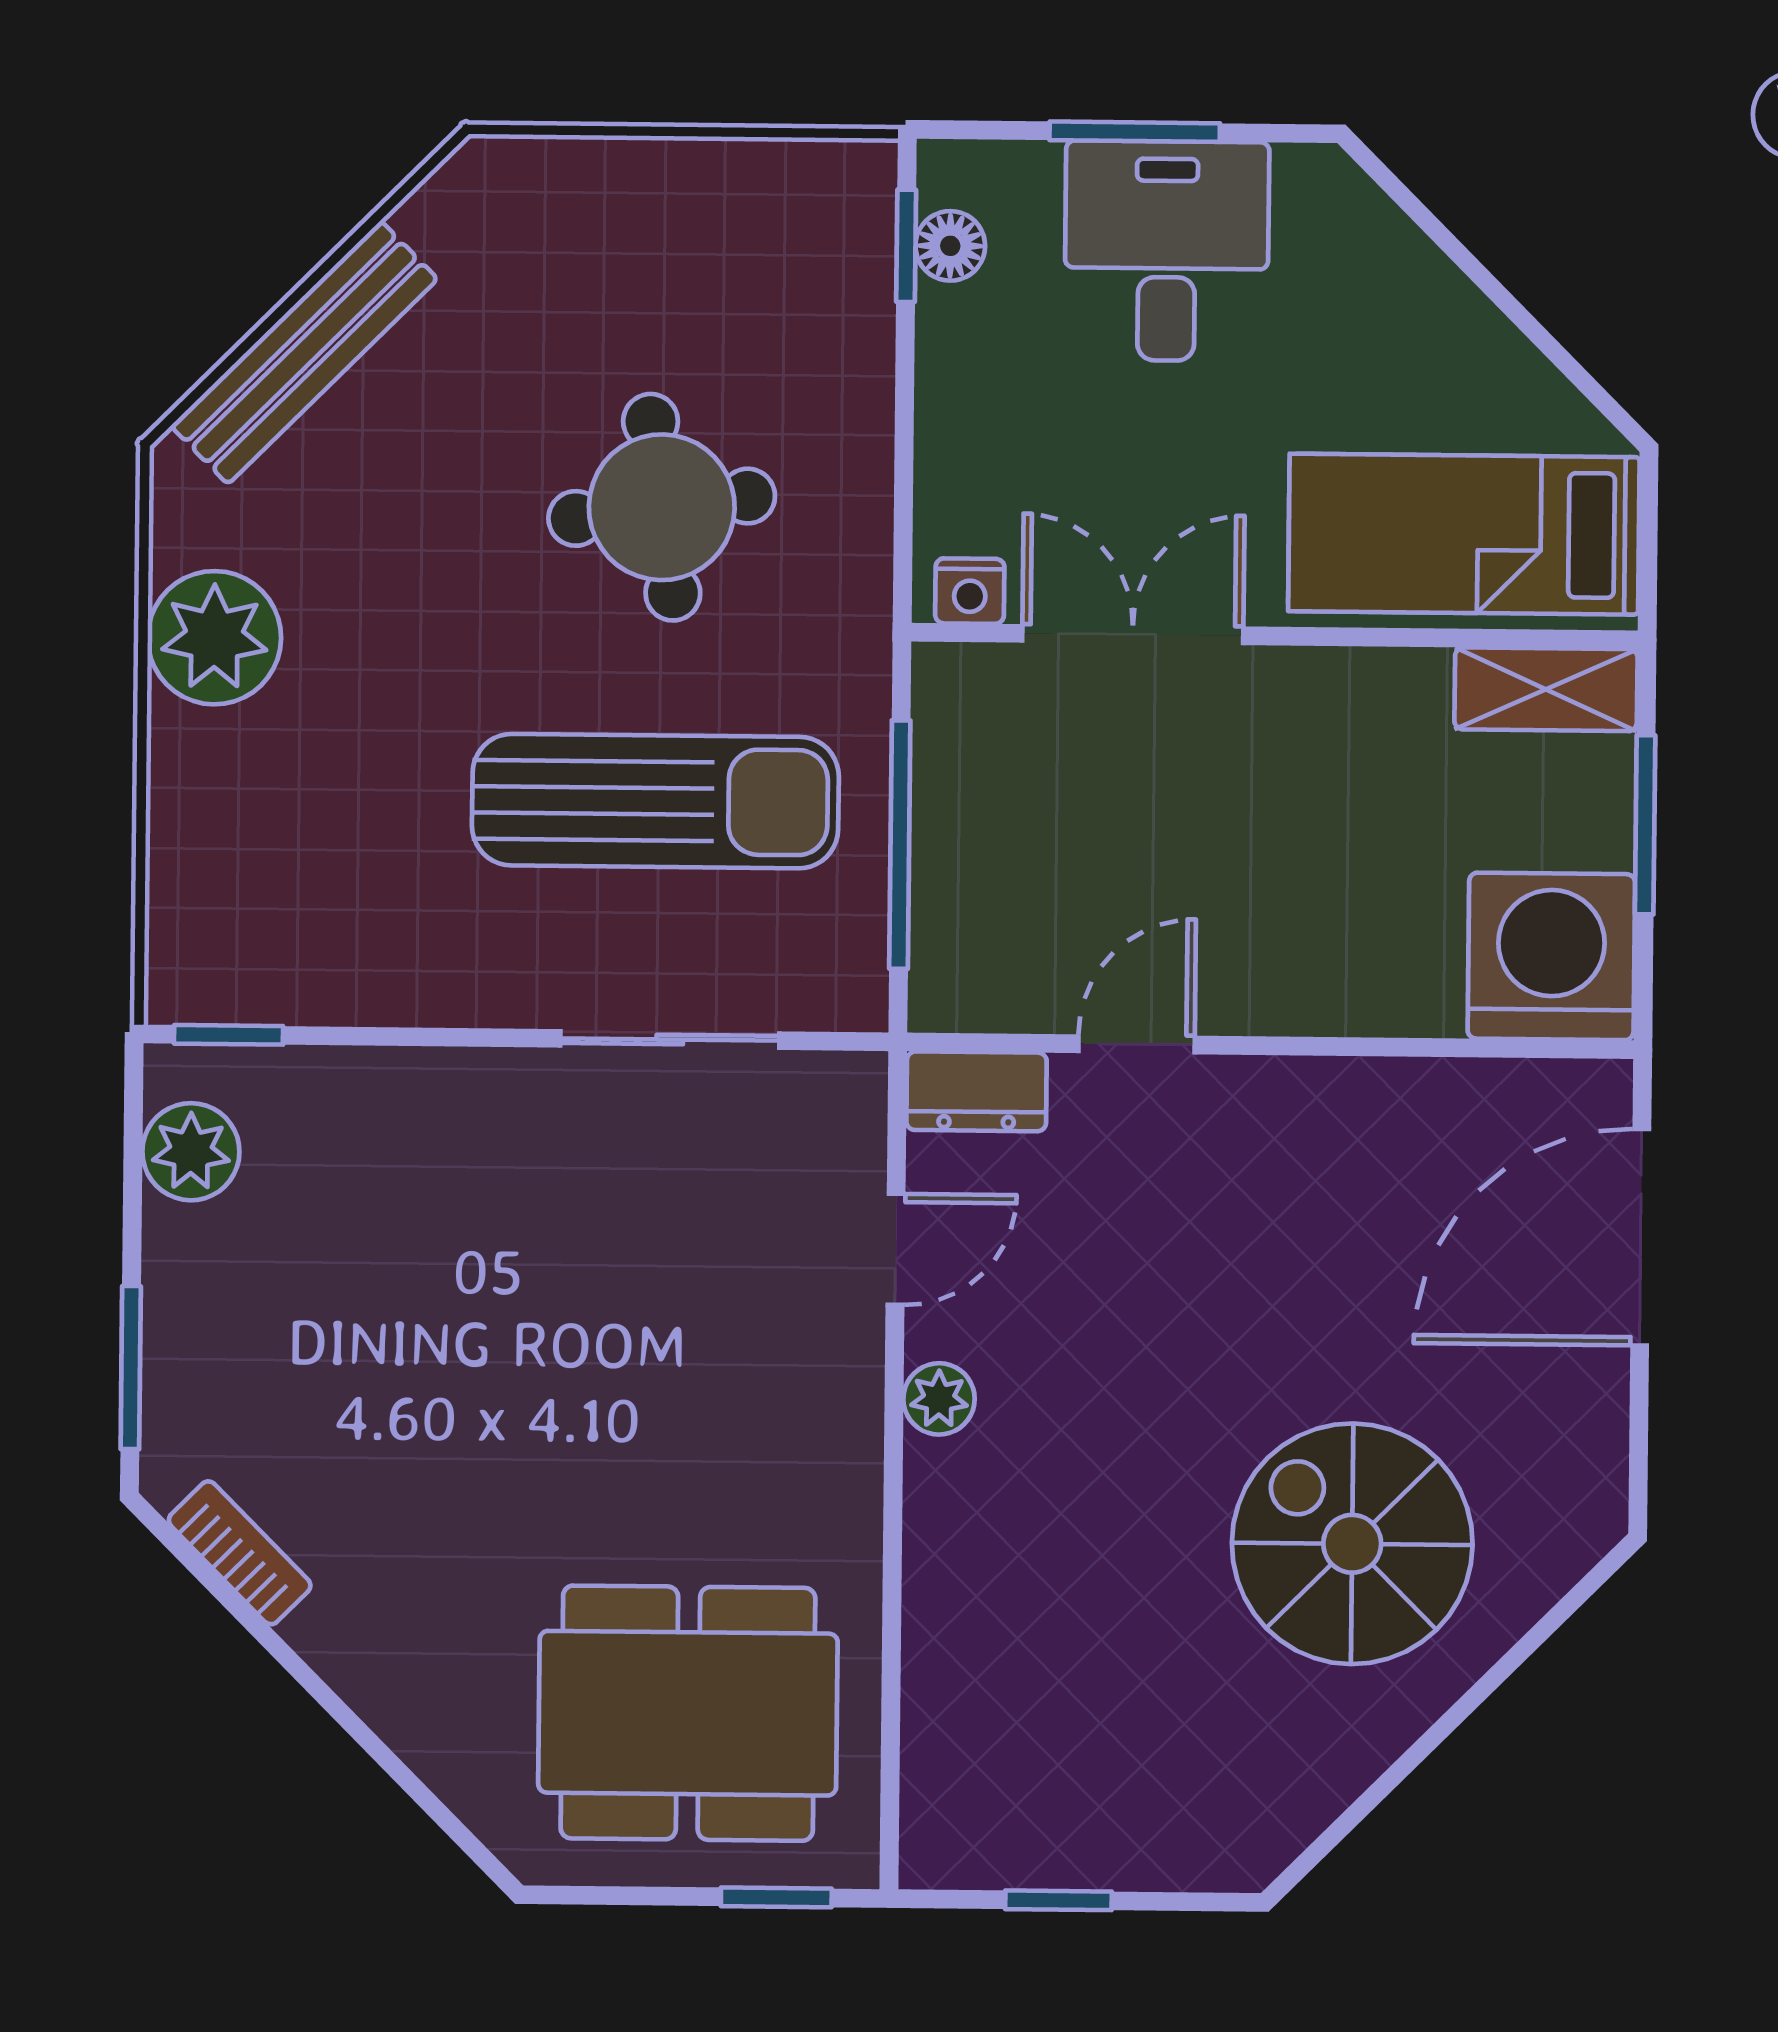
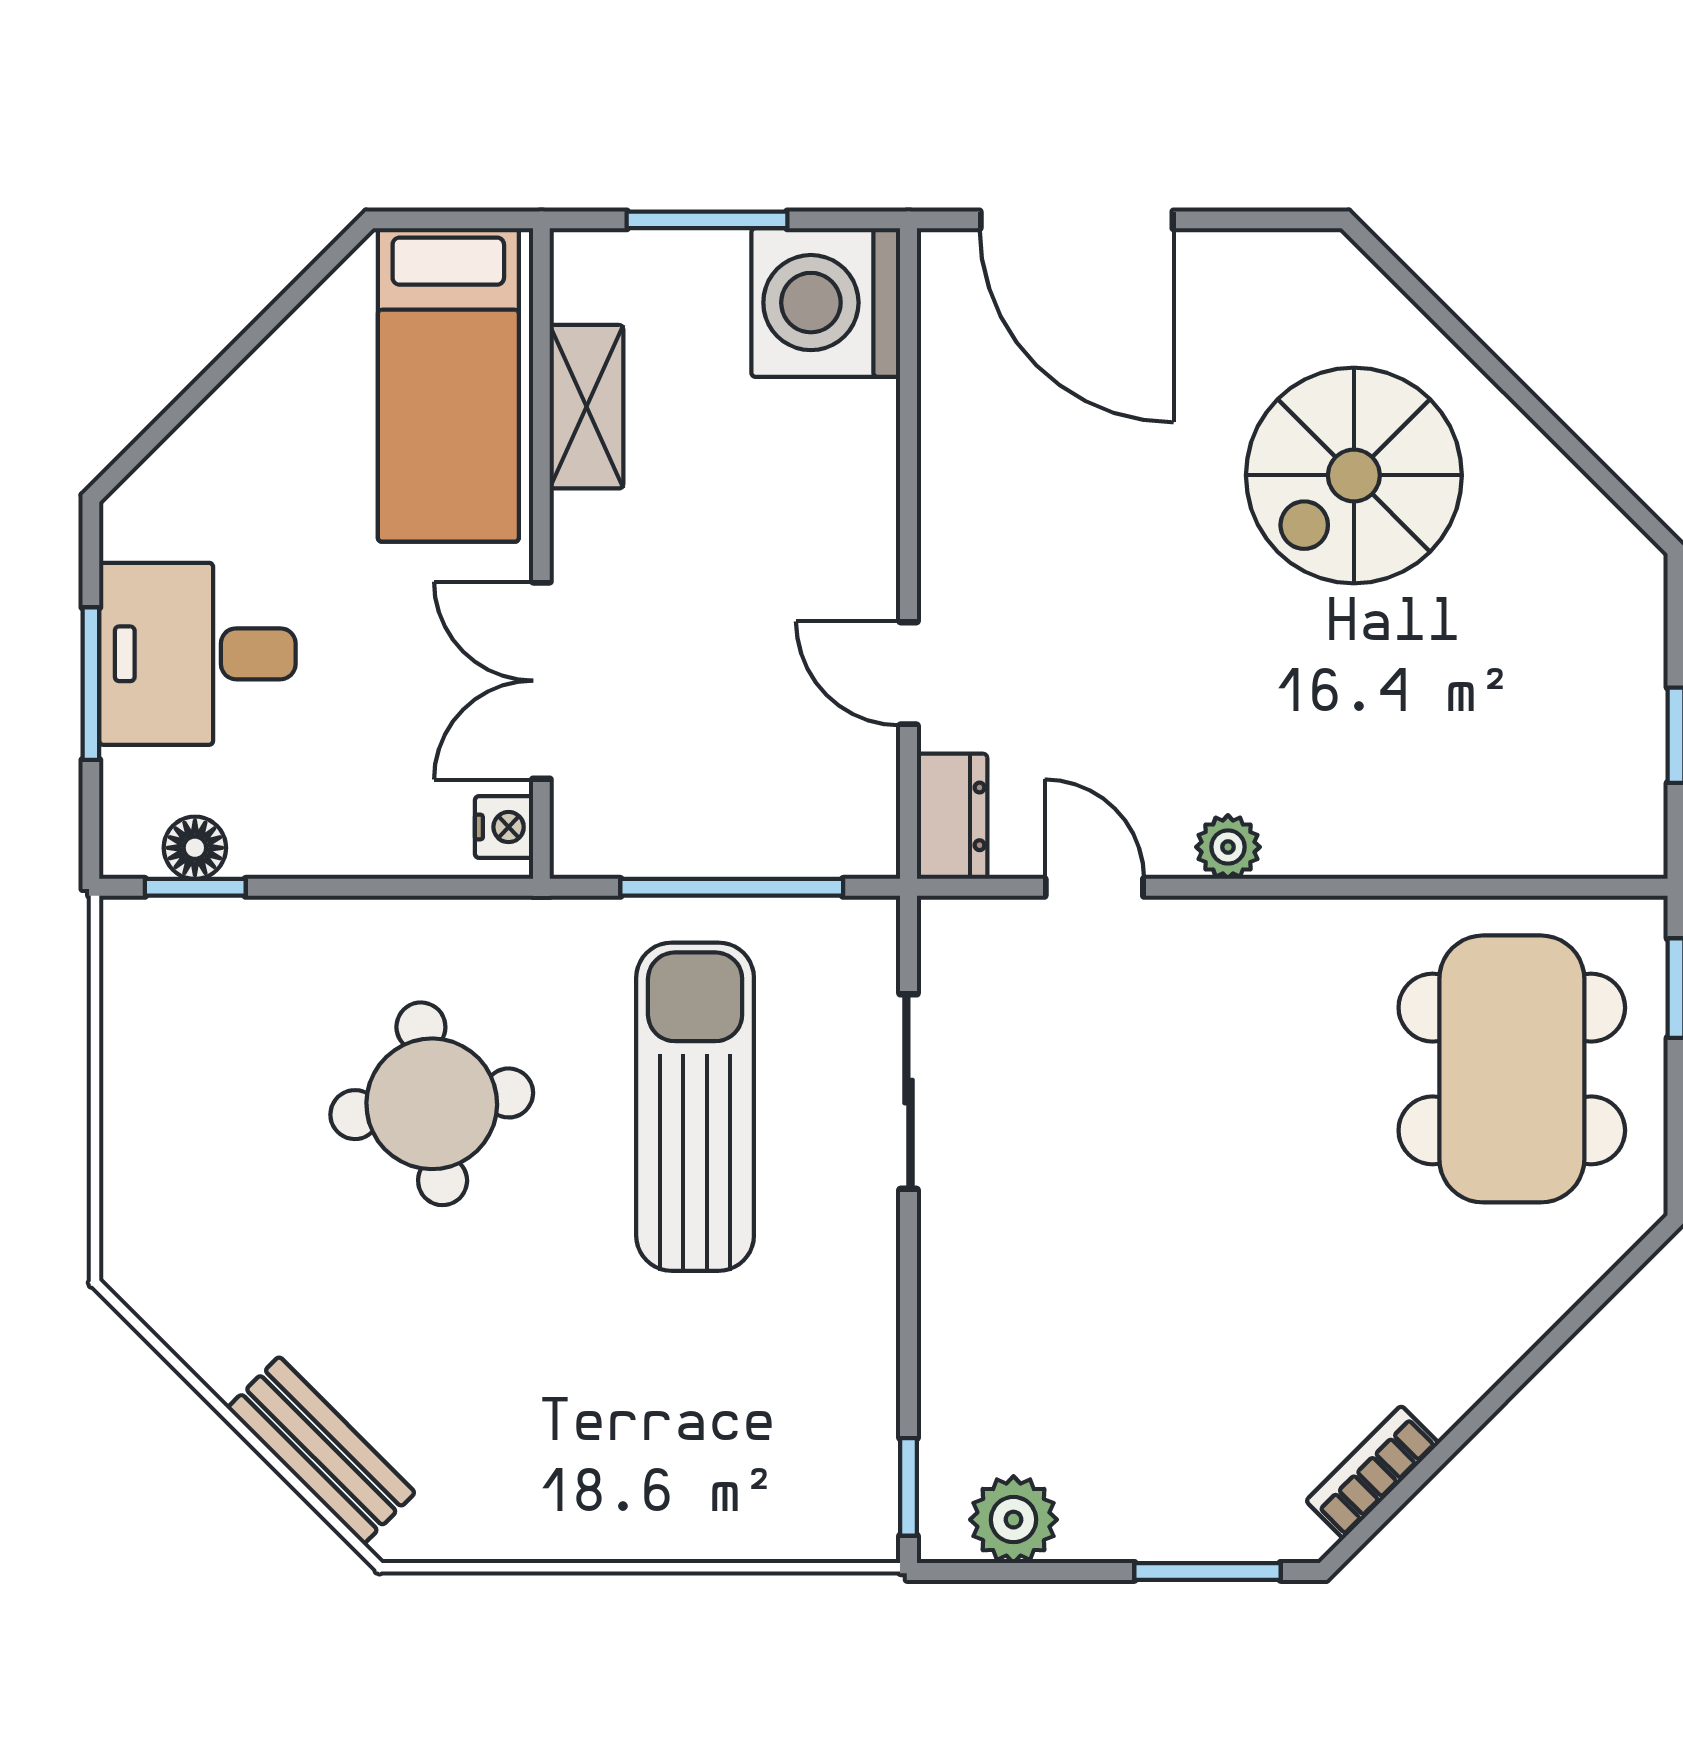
bench: (304, 352) -> (321, 1450), width x0.73
plant: (214, 638) -> (553, 1503), removed
shelving: (1546, 689) -> (587, 407), moved

